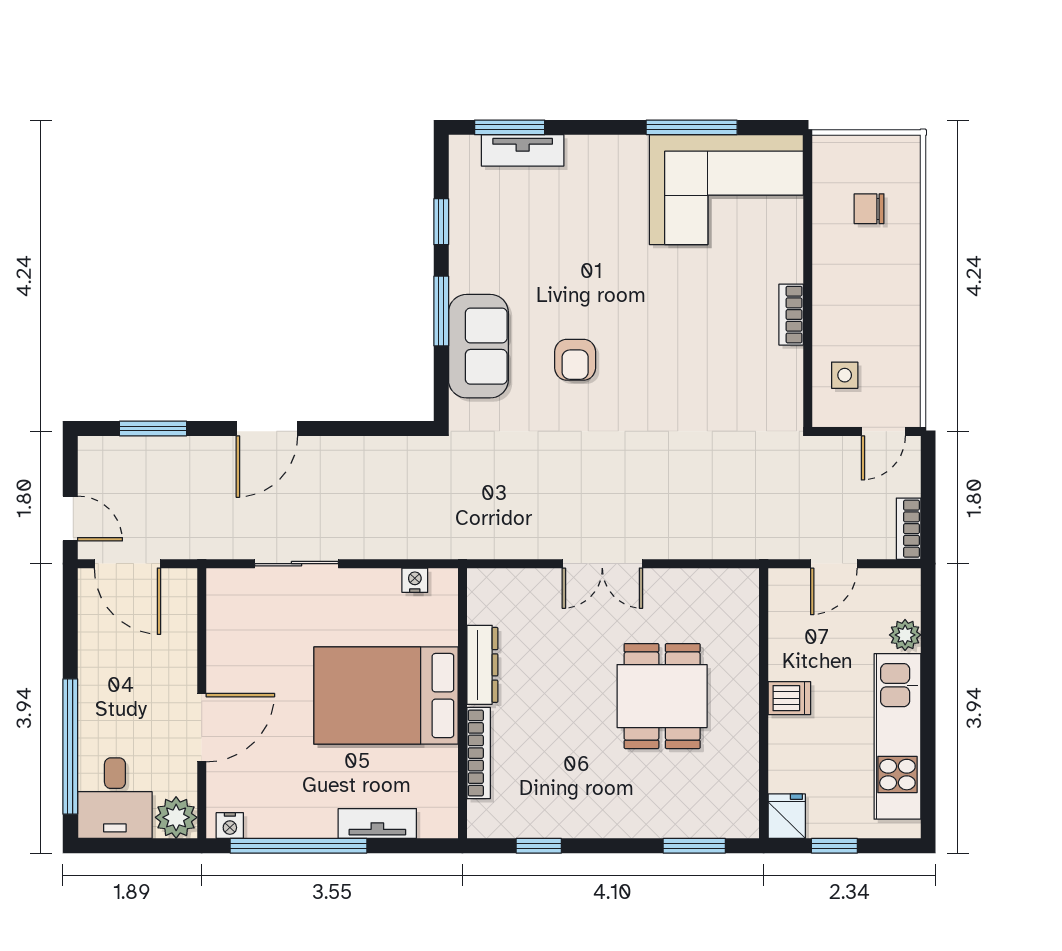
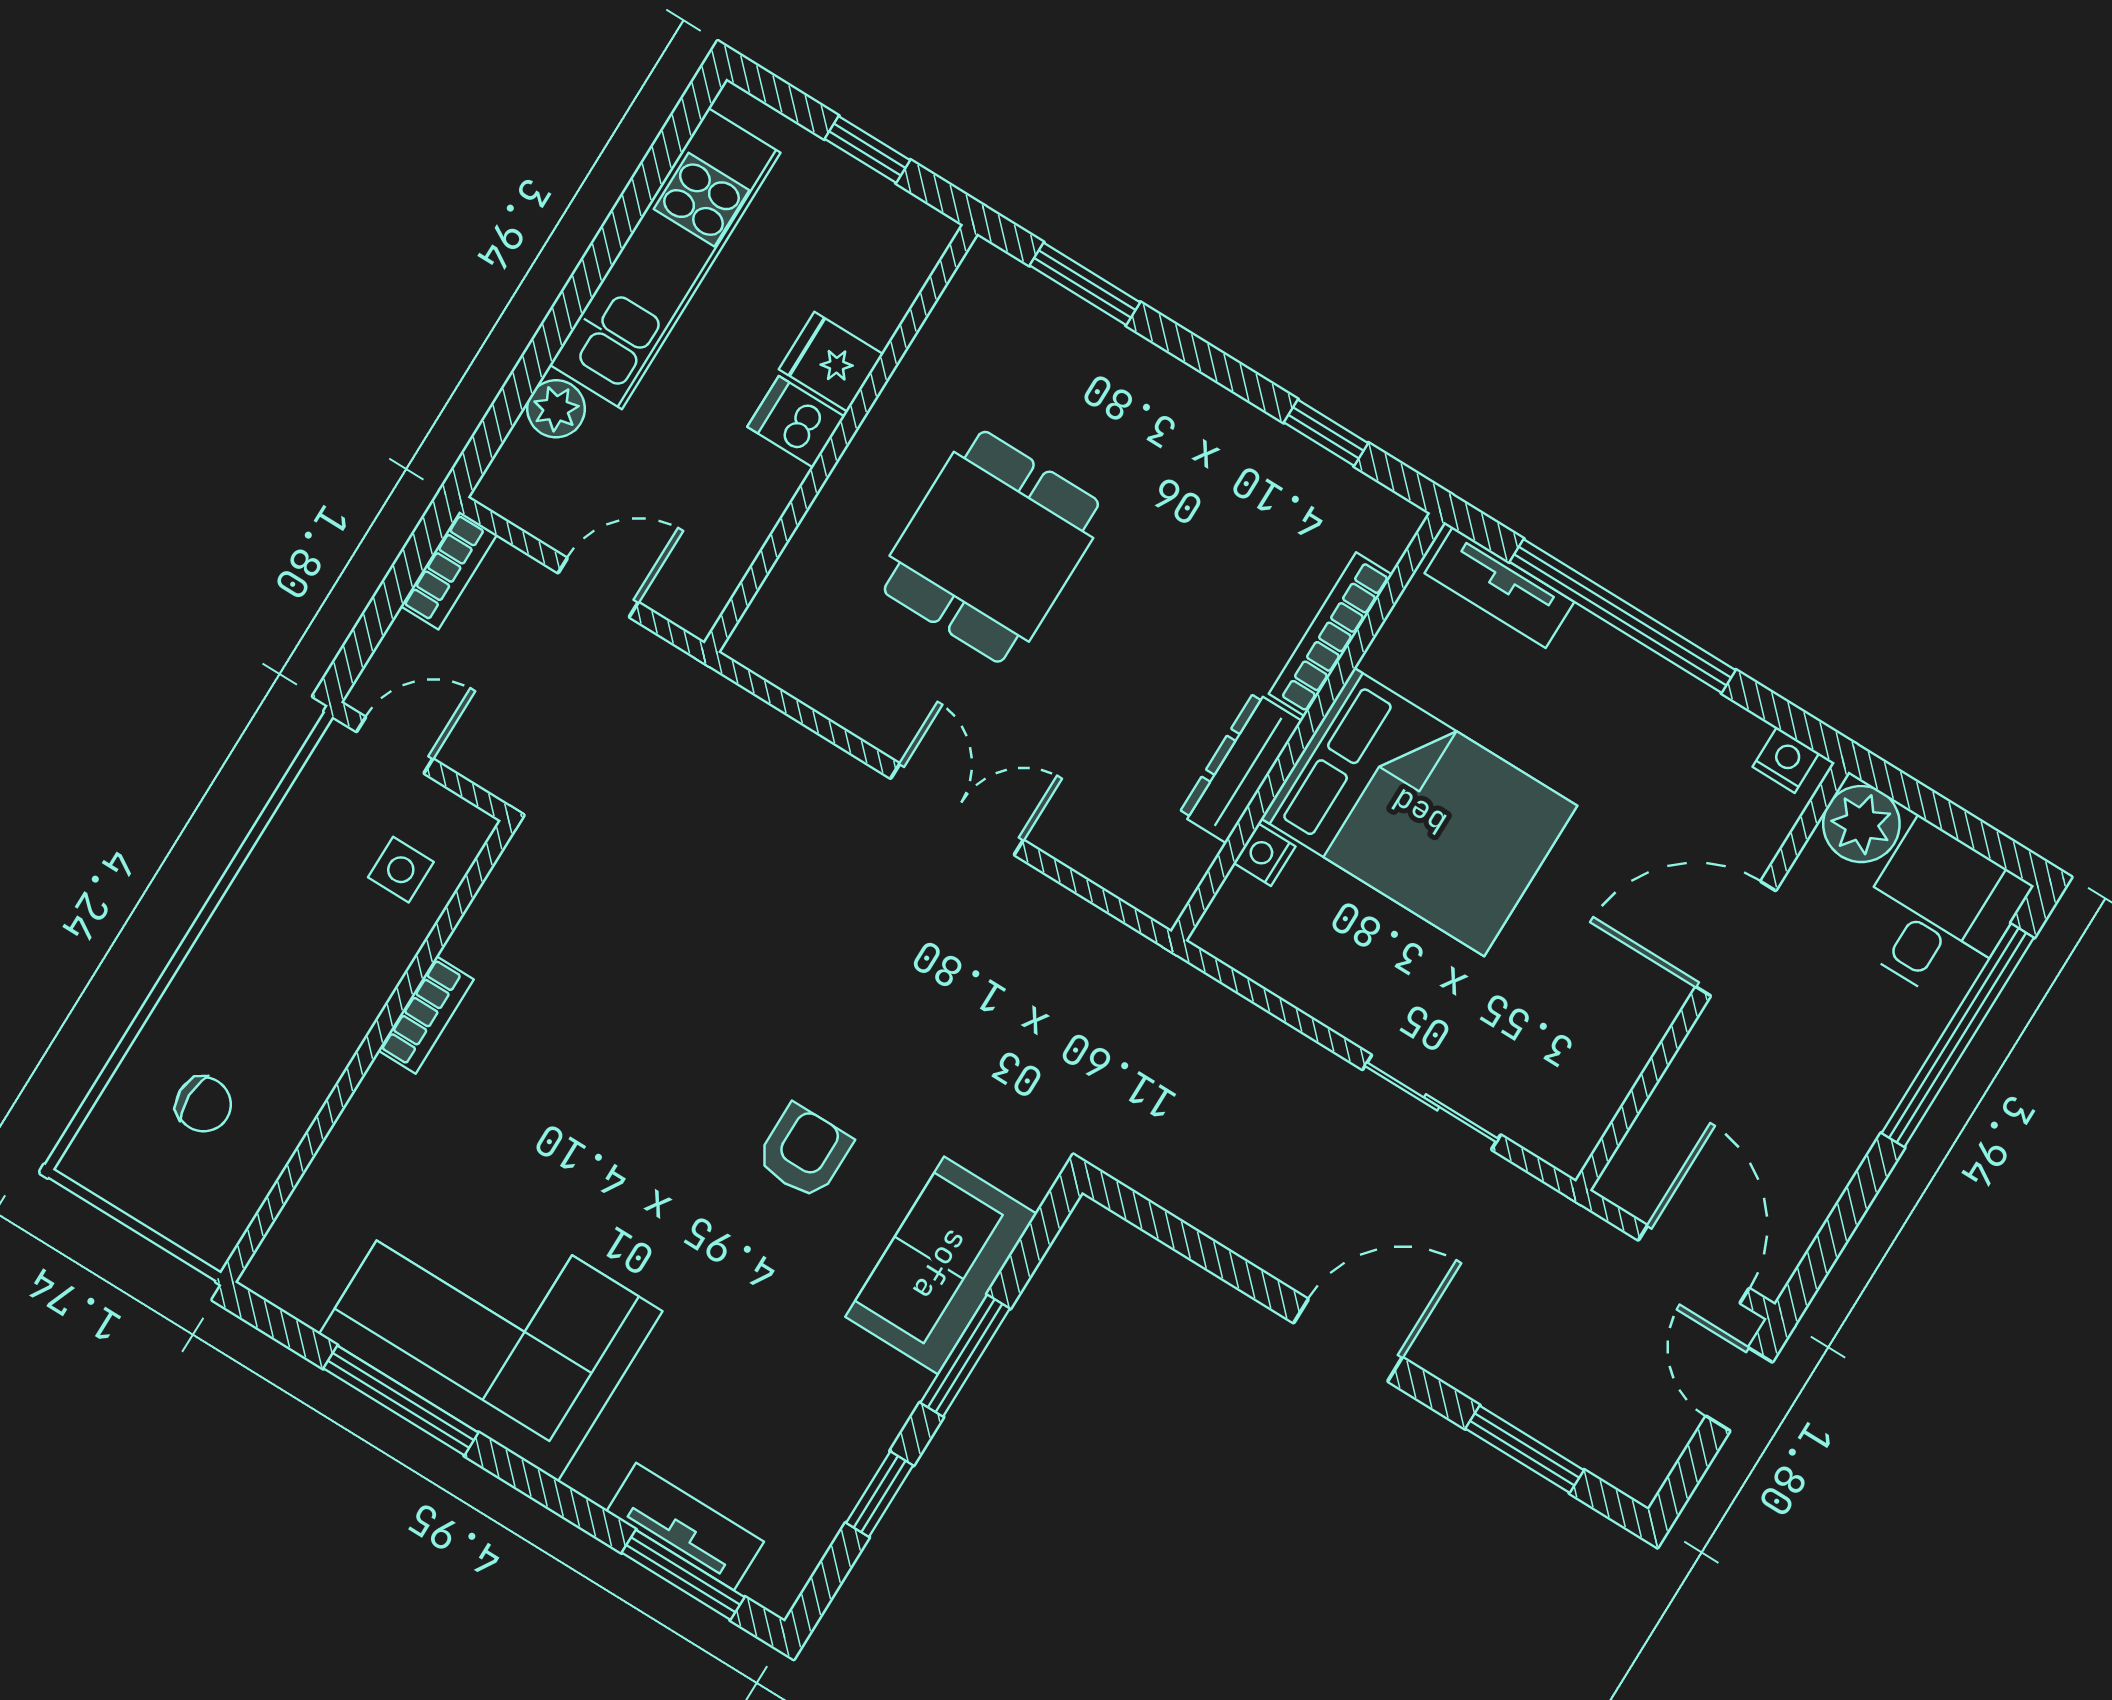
corner sofa: (726, 190) -> (491, 1323), moved
nightstand: (415, 580) -> (1264, 855), moved, turned 90
fridge: (787, 816) -> (831, 362), moved, turned 90
tv unit: (377, 823) -> (1499, 588), moved
window: (299, 846) -> (1623, 616), moved

